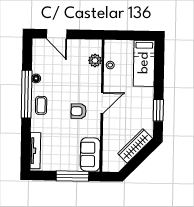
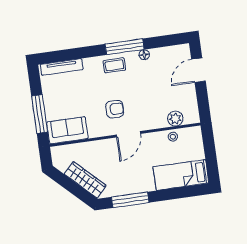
window: (27, 94) -> (125, 47), width x0.68
door: (102, 103) -> (128, 134), hinge flipped
window: (158, 110) -> (130, 200), width x1.44
armchair: (79, 111) -> (115, 109), turned 90

